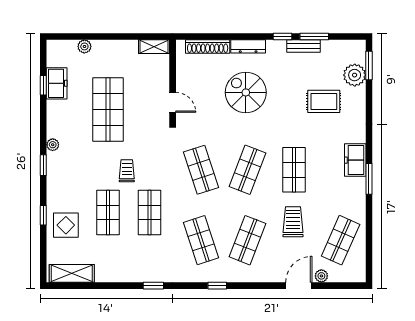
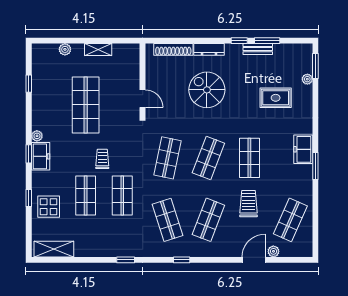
shelving: (154, 47) -> (98, 50), moved
plant: (355, 75) -> (307, 79), width x0.53, depth x0.53
freezer: (57, 83) -> (41, 156), moved
shop shelf: (201, 170) -> (168, 158), turned 30

